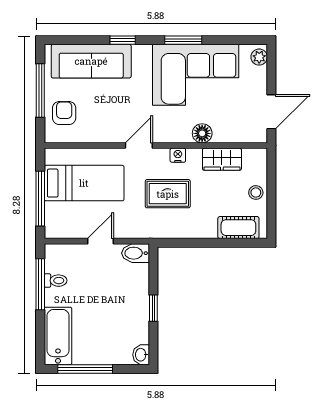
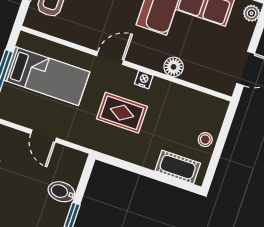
wardrobe: (222, 159) -> (184, 97), removed
door: (100, 241) -> (44, 136), swing flipped
bidet: (136, 253) -> (61, 192), moved

